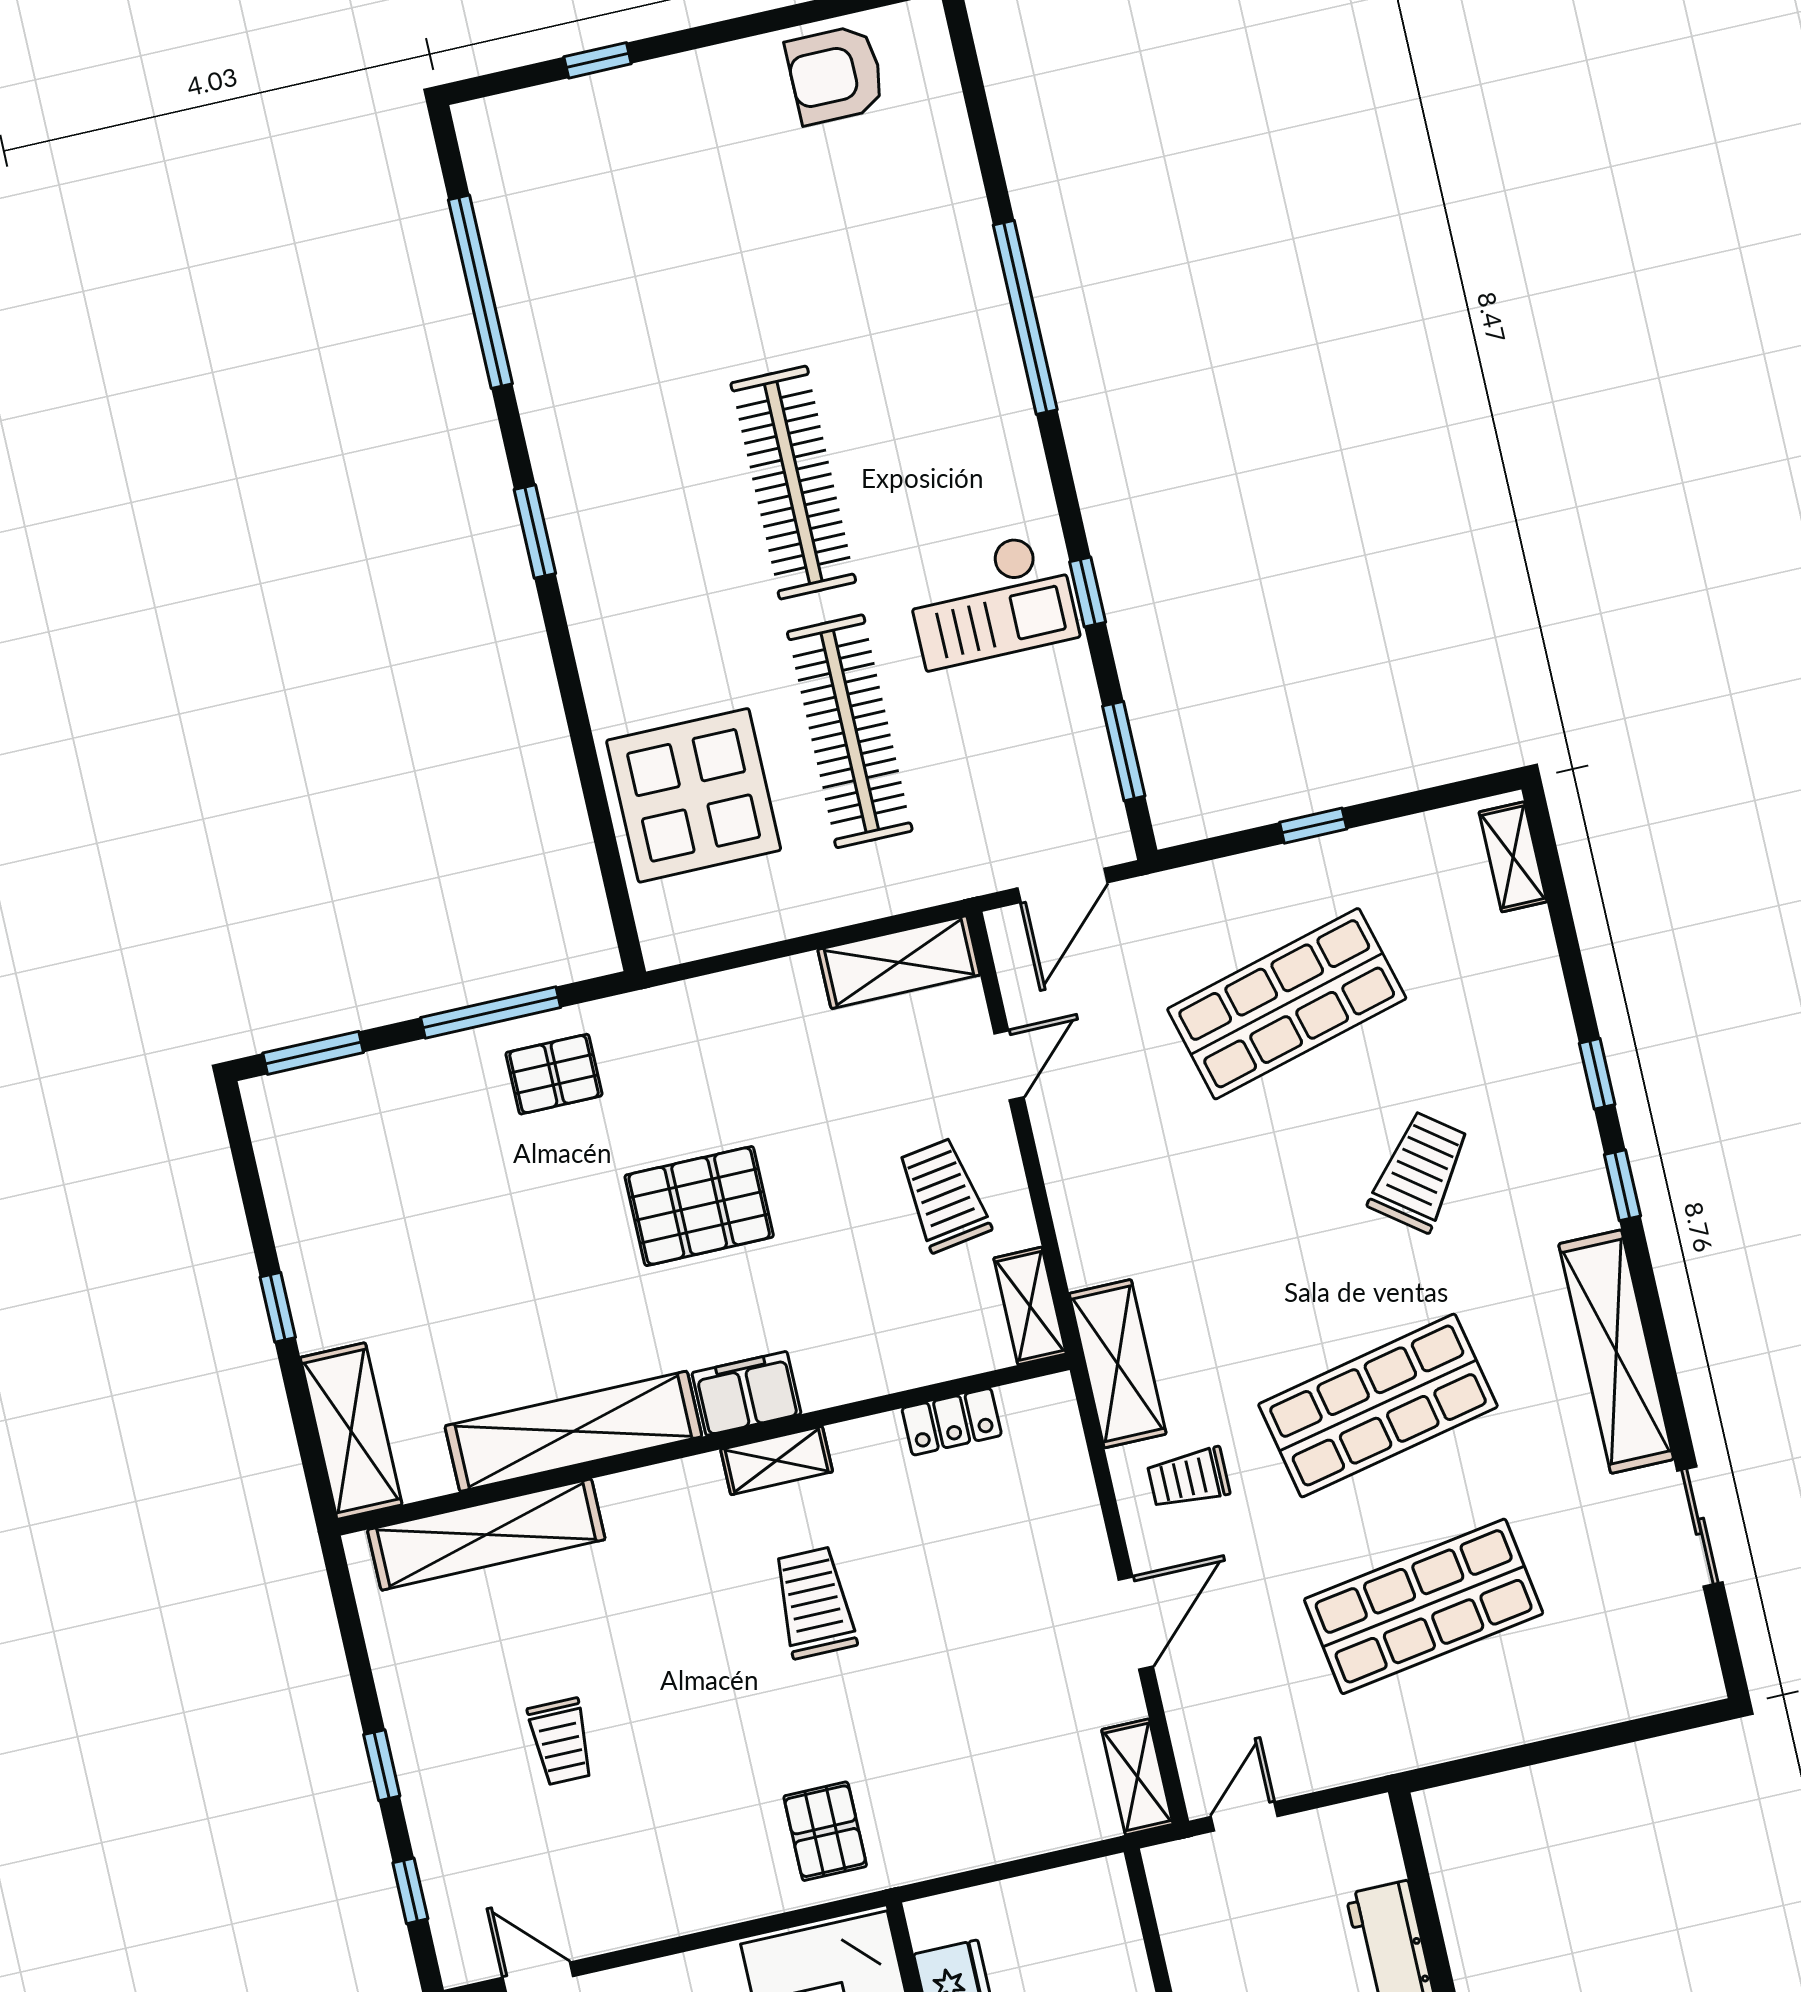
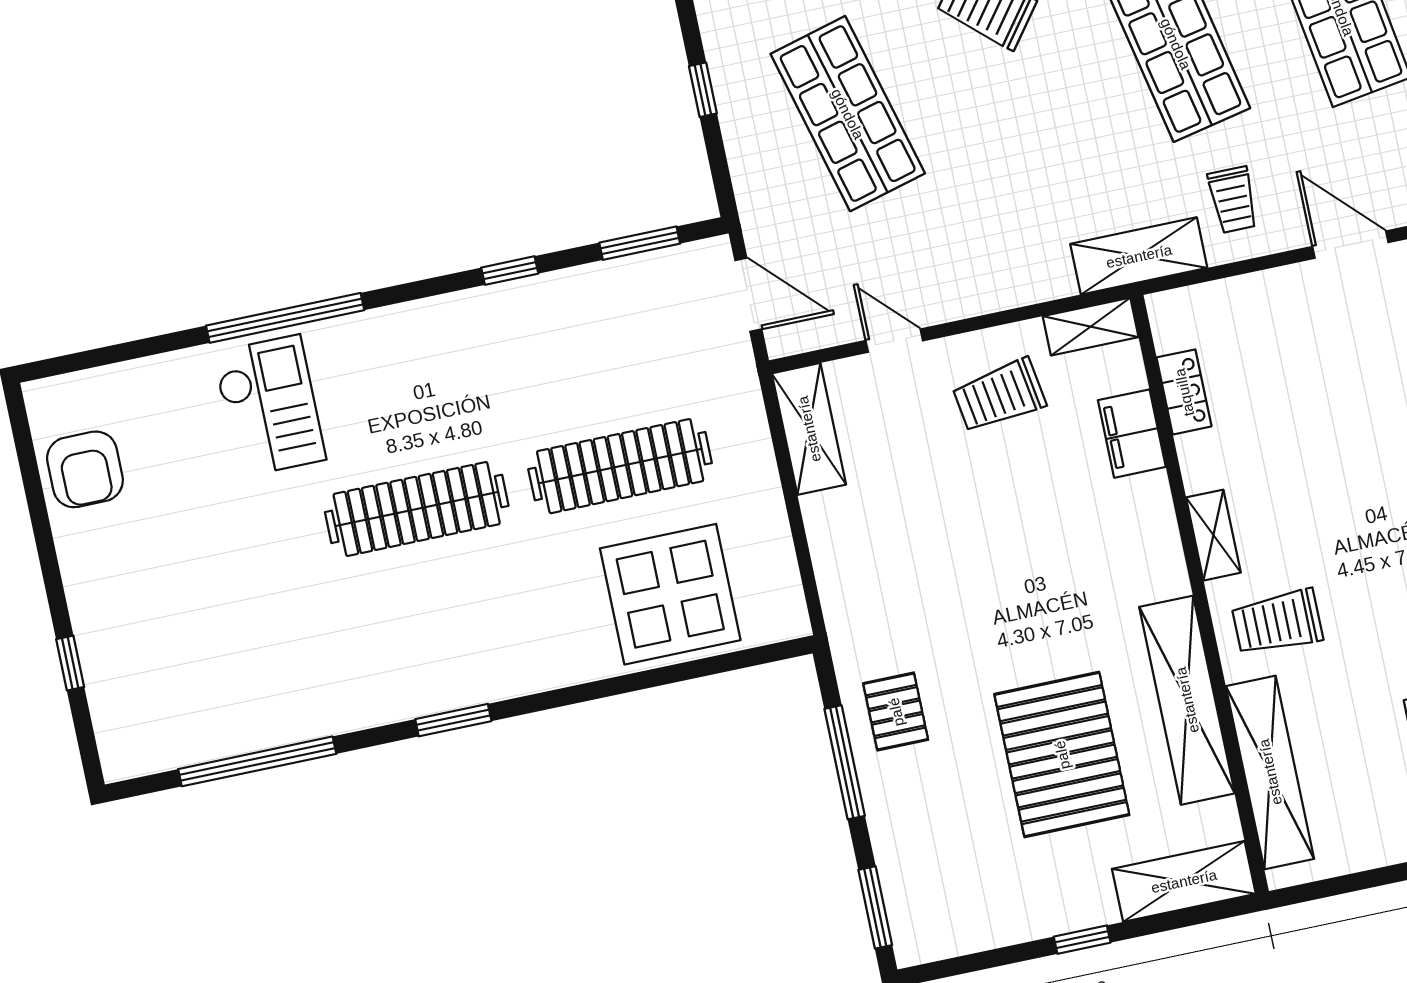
checkout: (991, 600) -> (269, 406), moved
pallet: (699, 1206) -> (1062, 755), moved, width x1.37, depth x1.41
filing cabinet: (746, 1393) -> (1132, 434), moved
trolley: (814, 1603) -> (1277, 622), moved

